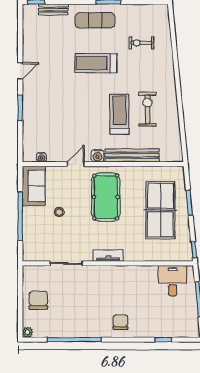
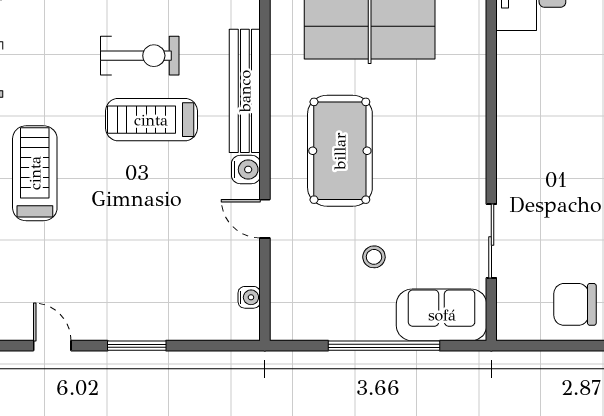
treadmill: (96, 63) -> (35, 173), turned 180
exercise bike: (147, 109) -> (140, 56), turned 180
sofa: (34, 186) -> (442, 315), moved
pool table: (106, 197) -> (340, 151), turned 90
tv unit: (108, 256) -> (473, 145), removed

